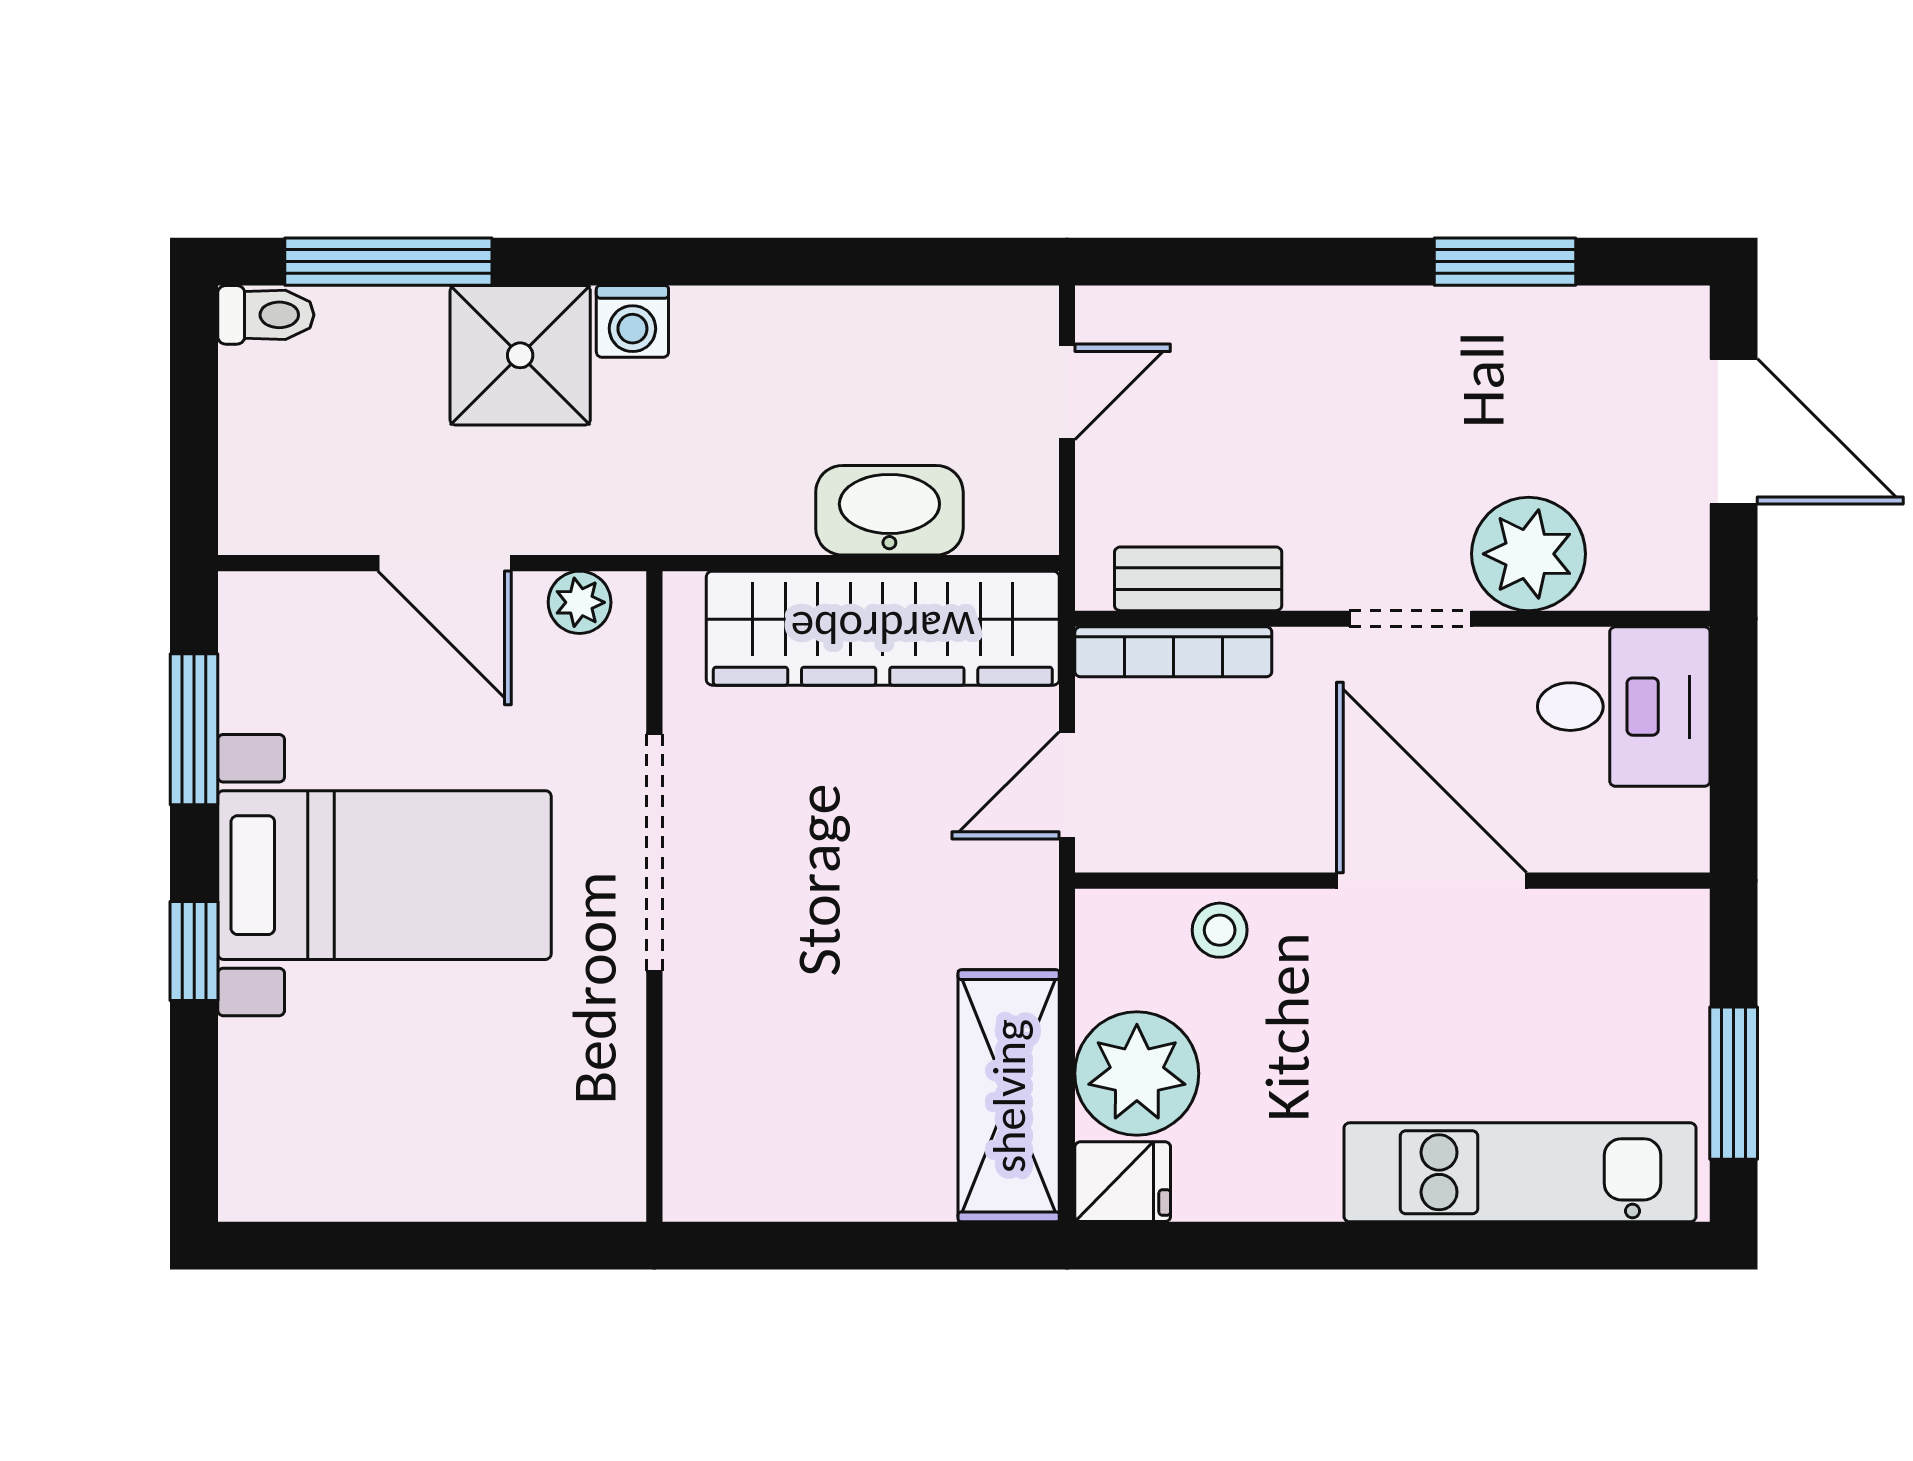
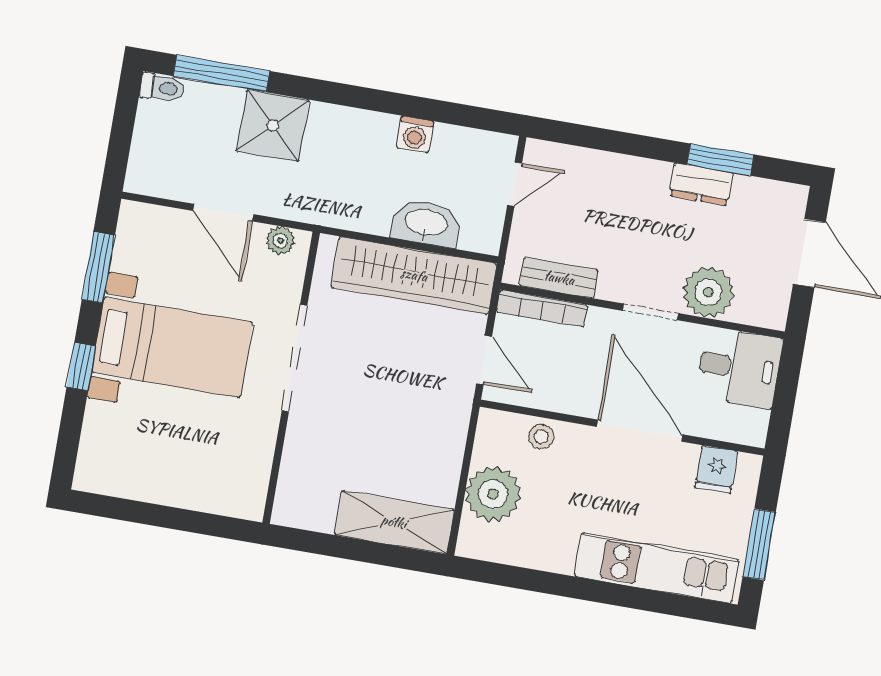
washing machine: (632, 321) -> (415, 134), moved
dresser: (1473, 322) -> (701, 184), added
door: (1067, 785) -> (484, 360), swing flipped
shelving: (1009, 1096) -> (394, 522), moved, turned 90
fridge: (1123, 1182) -> (716, 469), moved, turned 90

